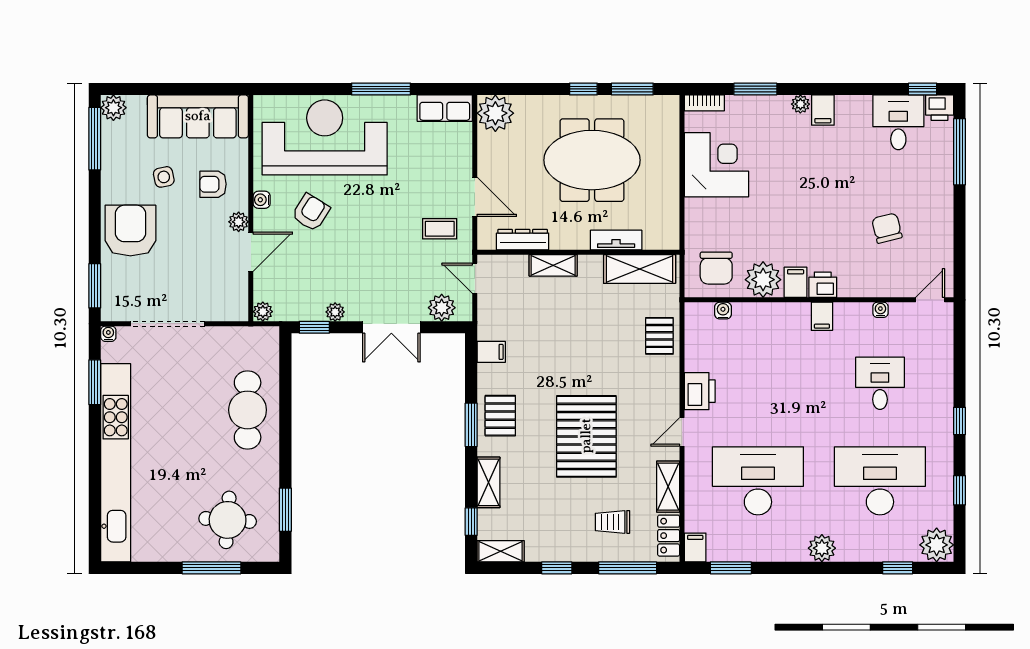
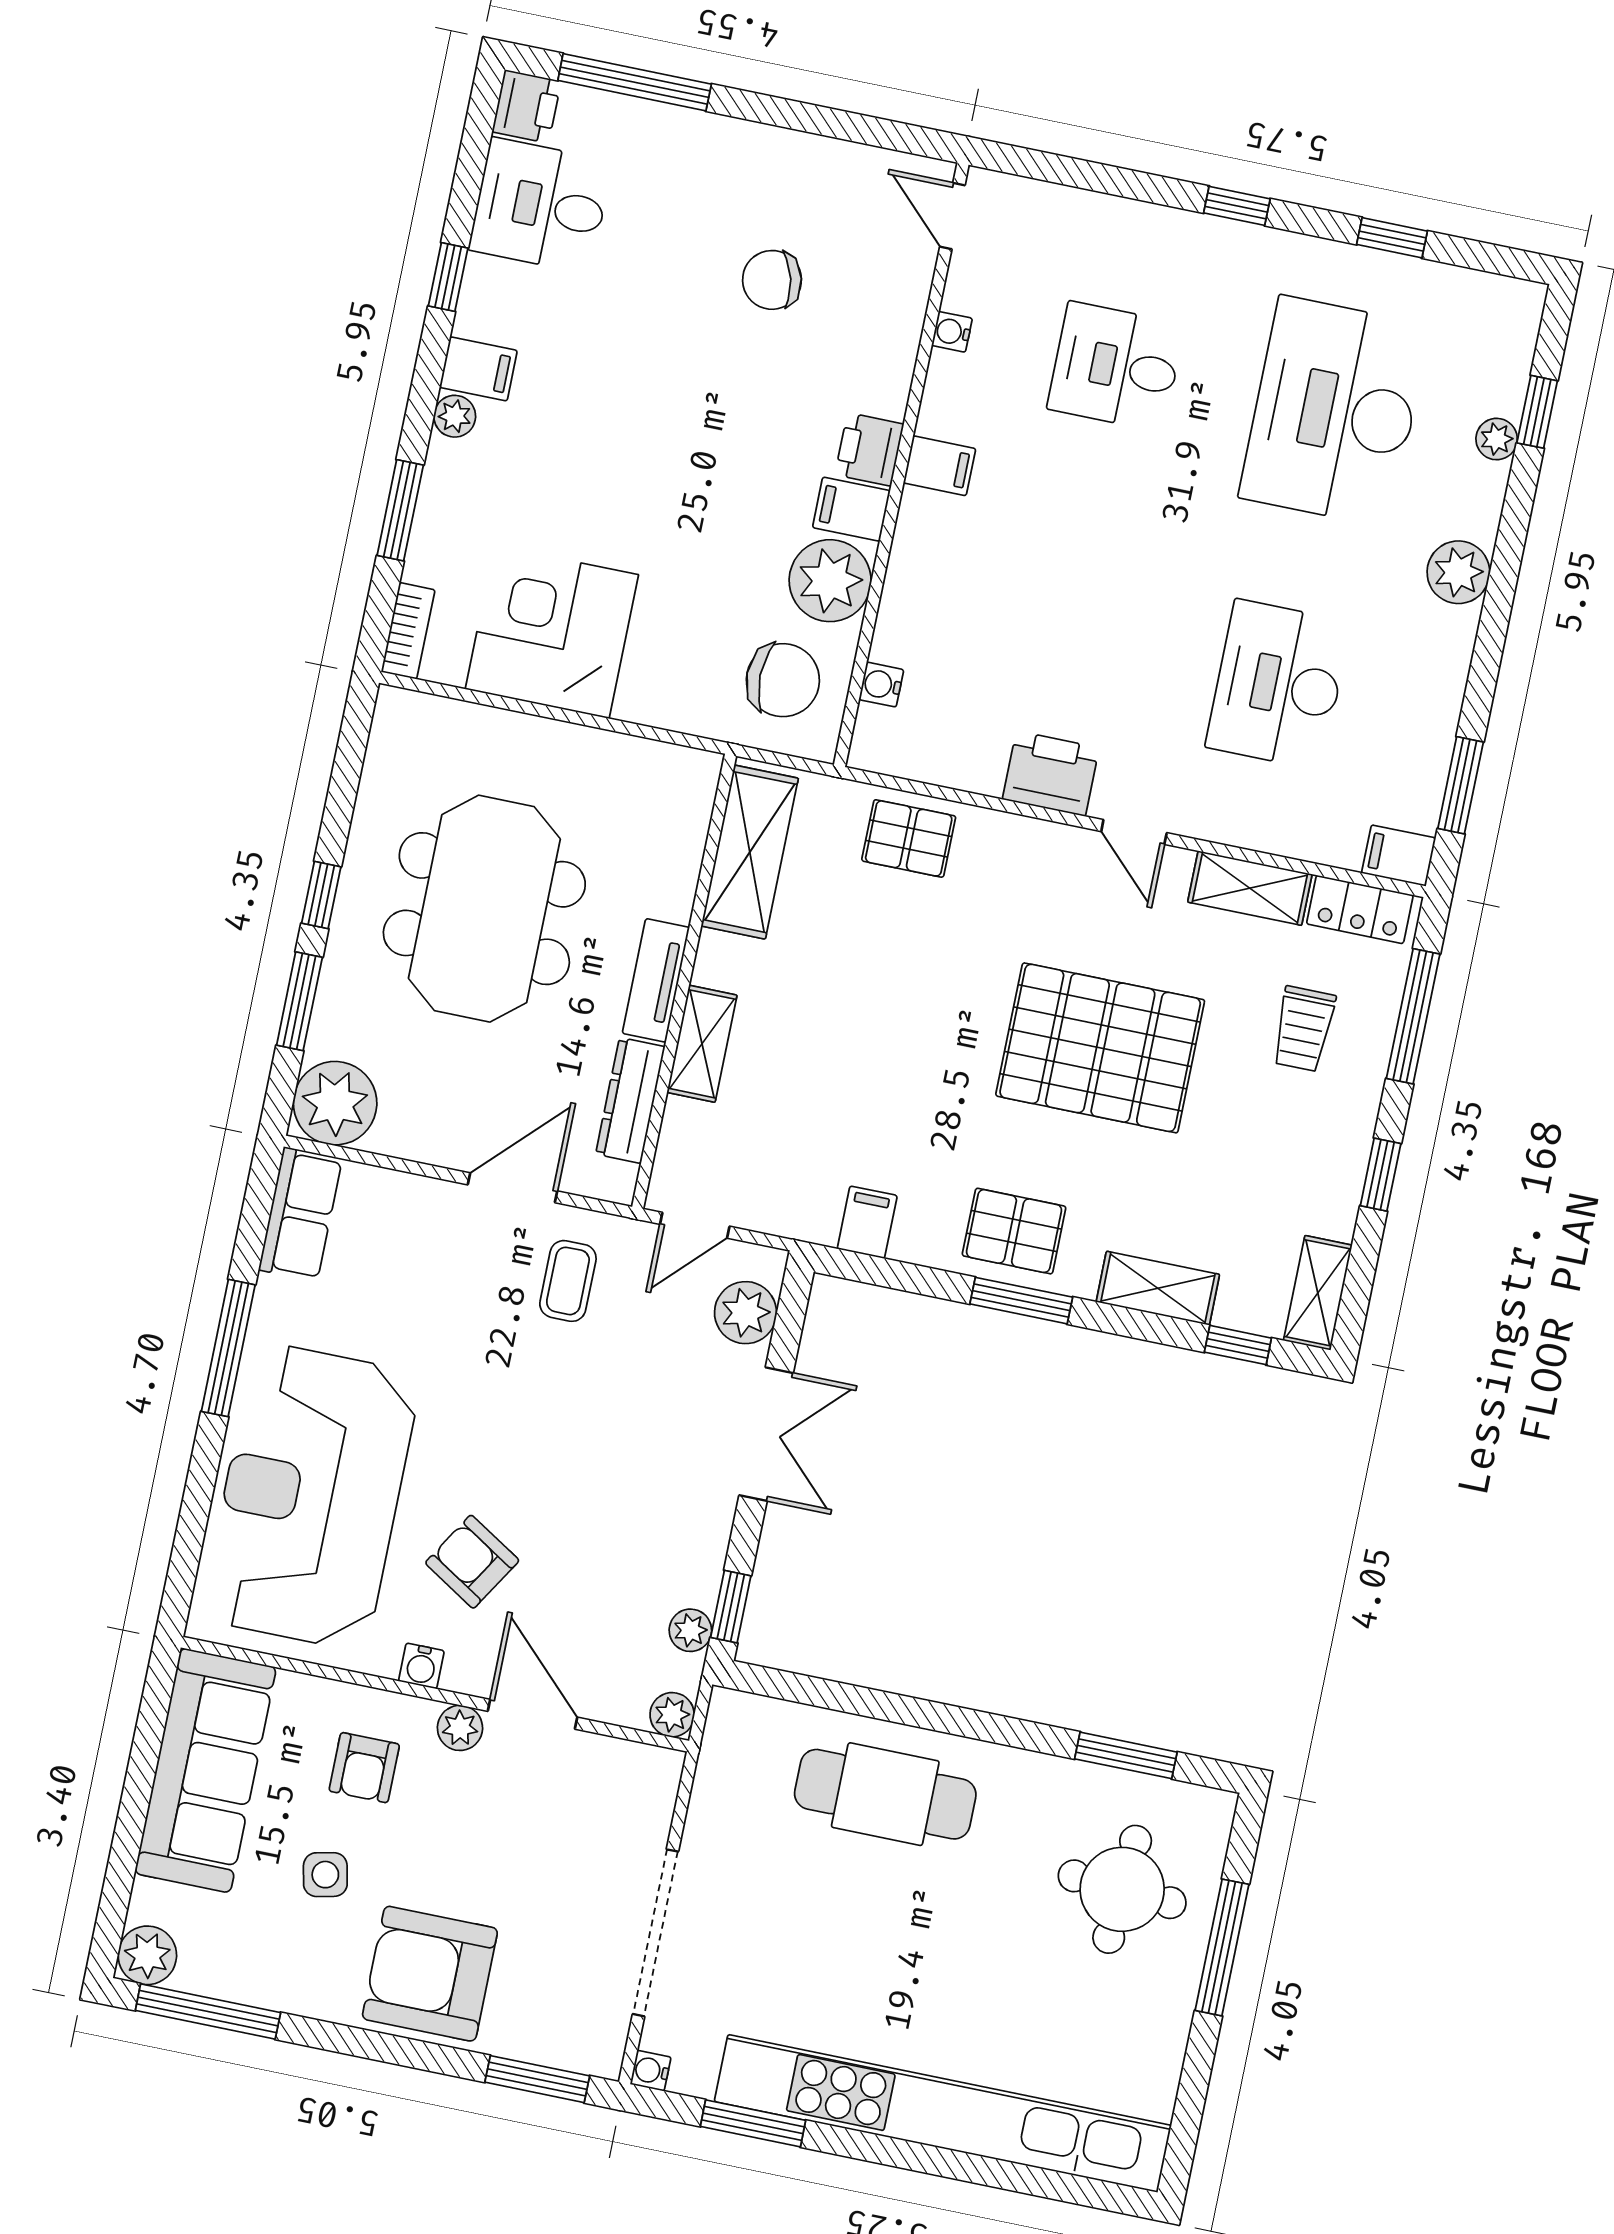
window: (632, 89) -> (299, 1001), moved
window: (923, 89) -> (448, 277), moved
tv unit: (616, 240) -> (656, 980), moved
plant: (335, 312) -> (690, 1630), moved
desk: (758, 481) -> (1278, 685), width x0.73, depth x0.77
plant: (937, 545) -> (1497, 439), moved, width x0.53, depth x0.53

